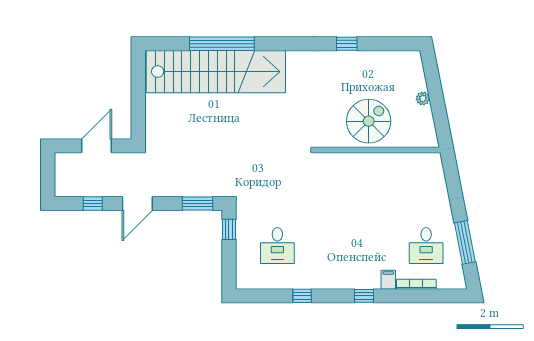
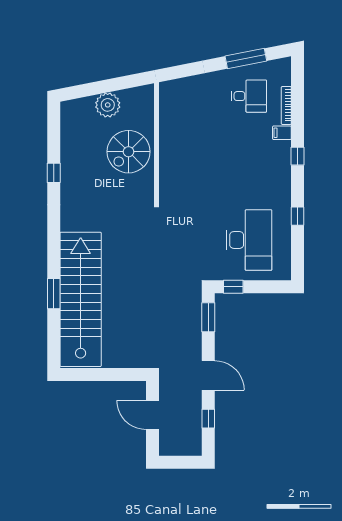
window: (222, 44) -> (54, 294), width x0.47
plant: (423, 98) -> (108, 105), width x1.87, depth x1.87
spiral stairs: (369, 121) -> (129, 152), turned -90
desk: (277, 246) -> (249, 240), width x1.87, depth x1.30

